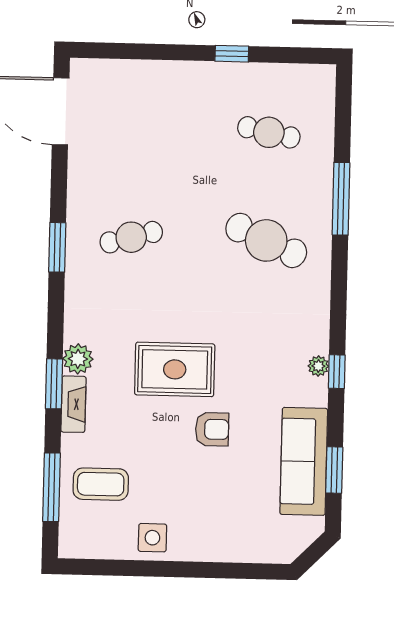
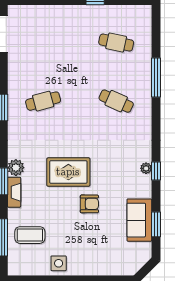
cafe table: (266, 240) -> (116, 101), width x0.73, depth x0.74
sofa: (304, 461) -> (139, 220), width x0.73

